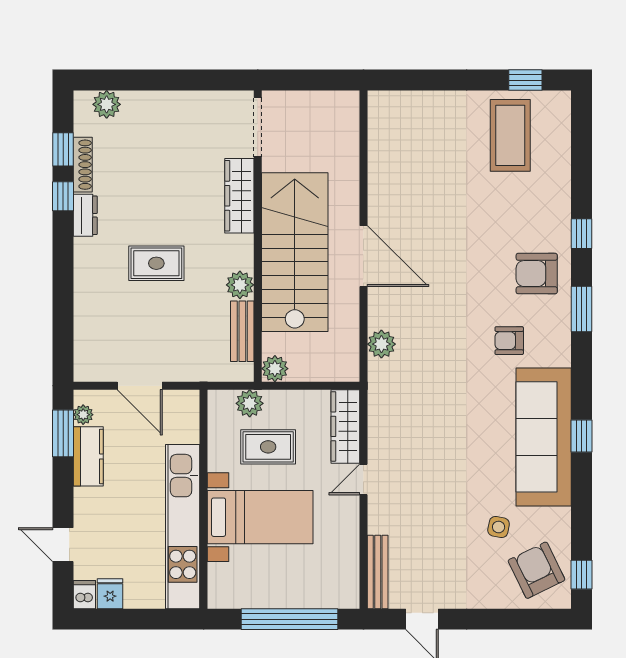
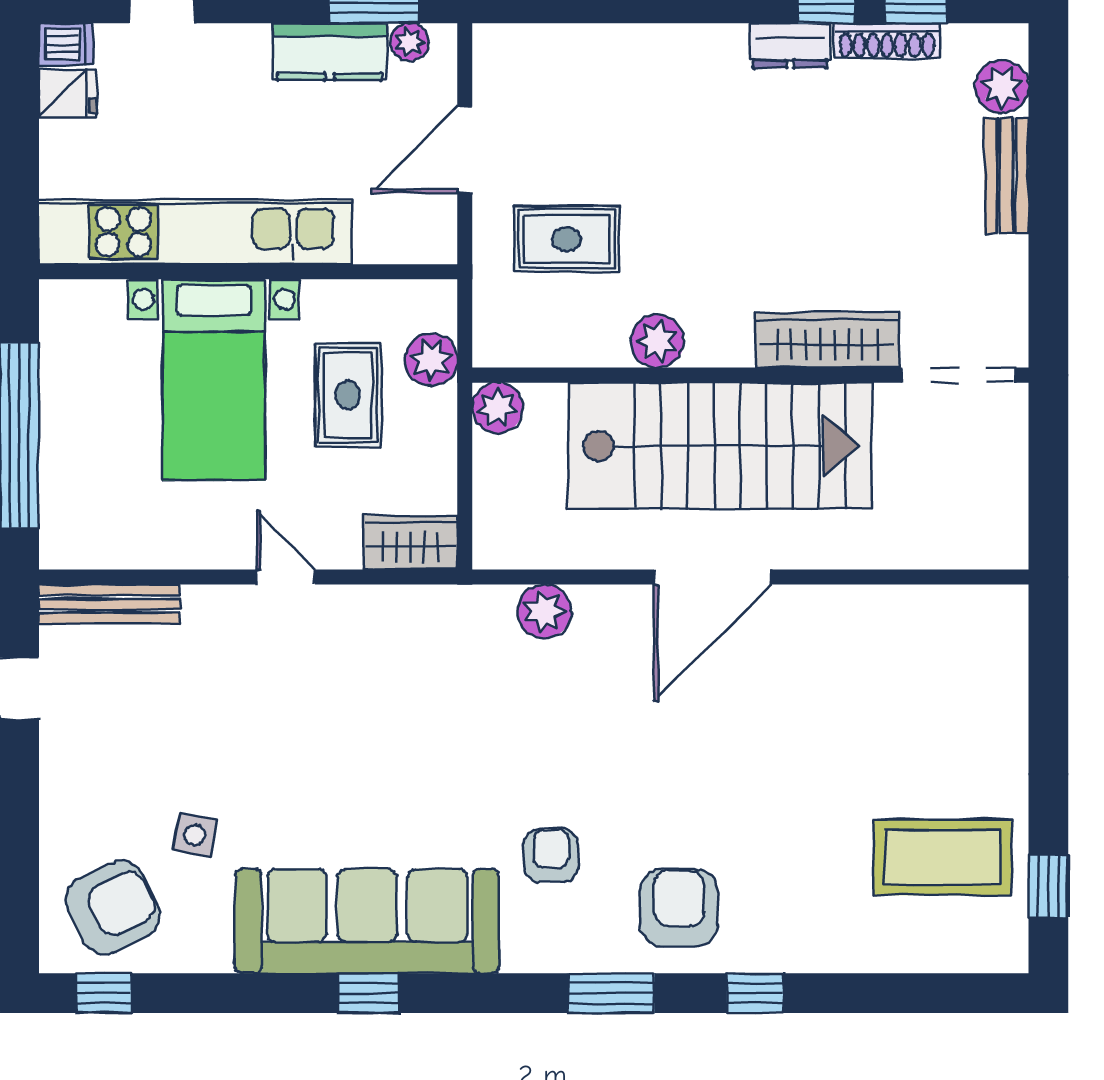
rug: (156, 263) -> (567, 239), moved, turned 90
bench: (242, 331) -> (1007, 175), moved, turned 90
wardrobe: (345, 426) -> (410, 542), width x0.67

